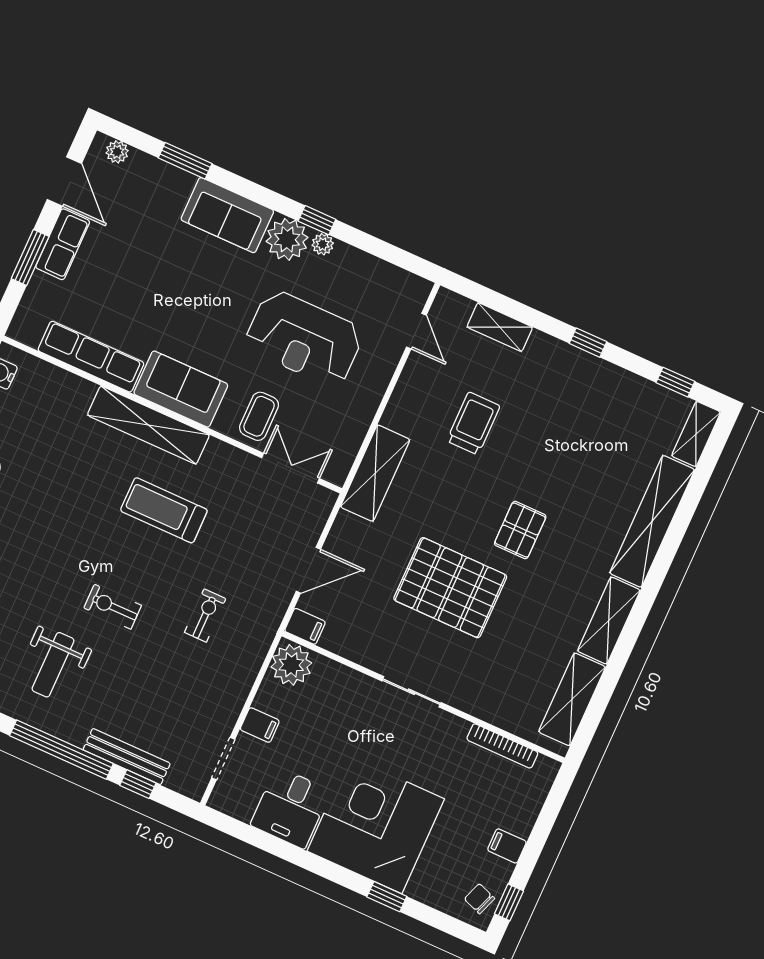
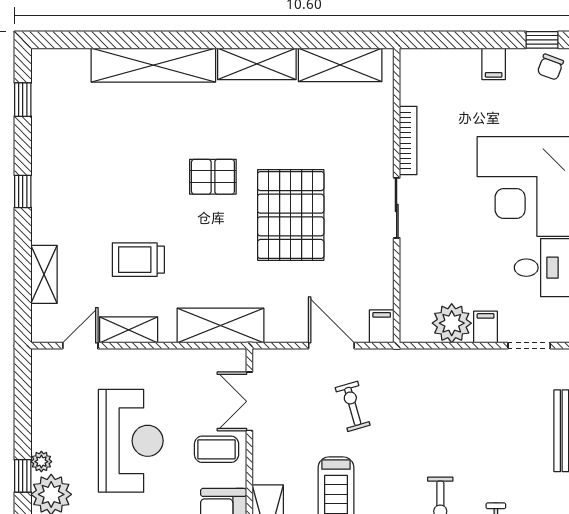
shelving: (696, 434) -> (129, 330), moved
exercise bike: (205, 615) -> (353, 406), moved, turned 74
plant: (291, 665) -> (452, 323), moved
bookcase: (502, 746) -> (408, 140), moved

